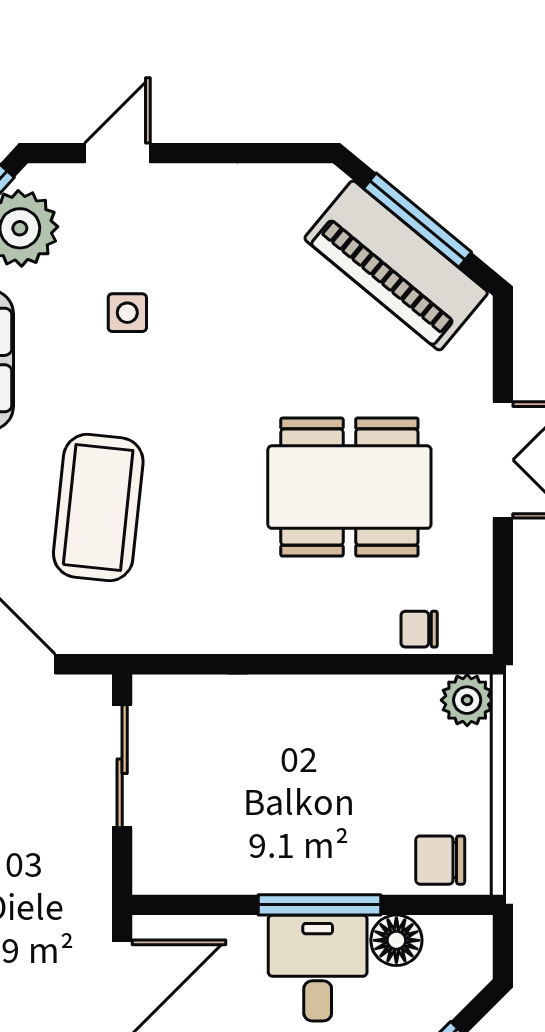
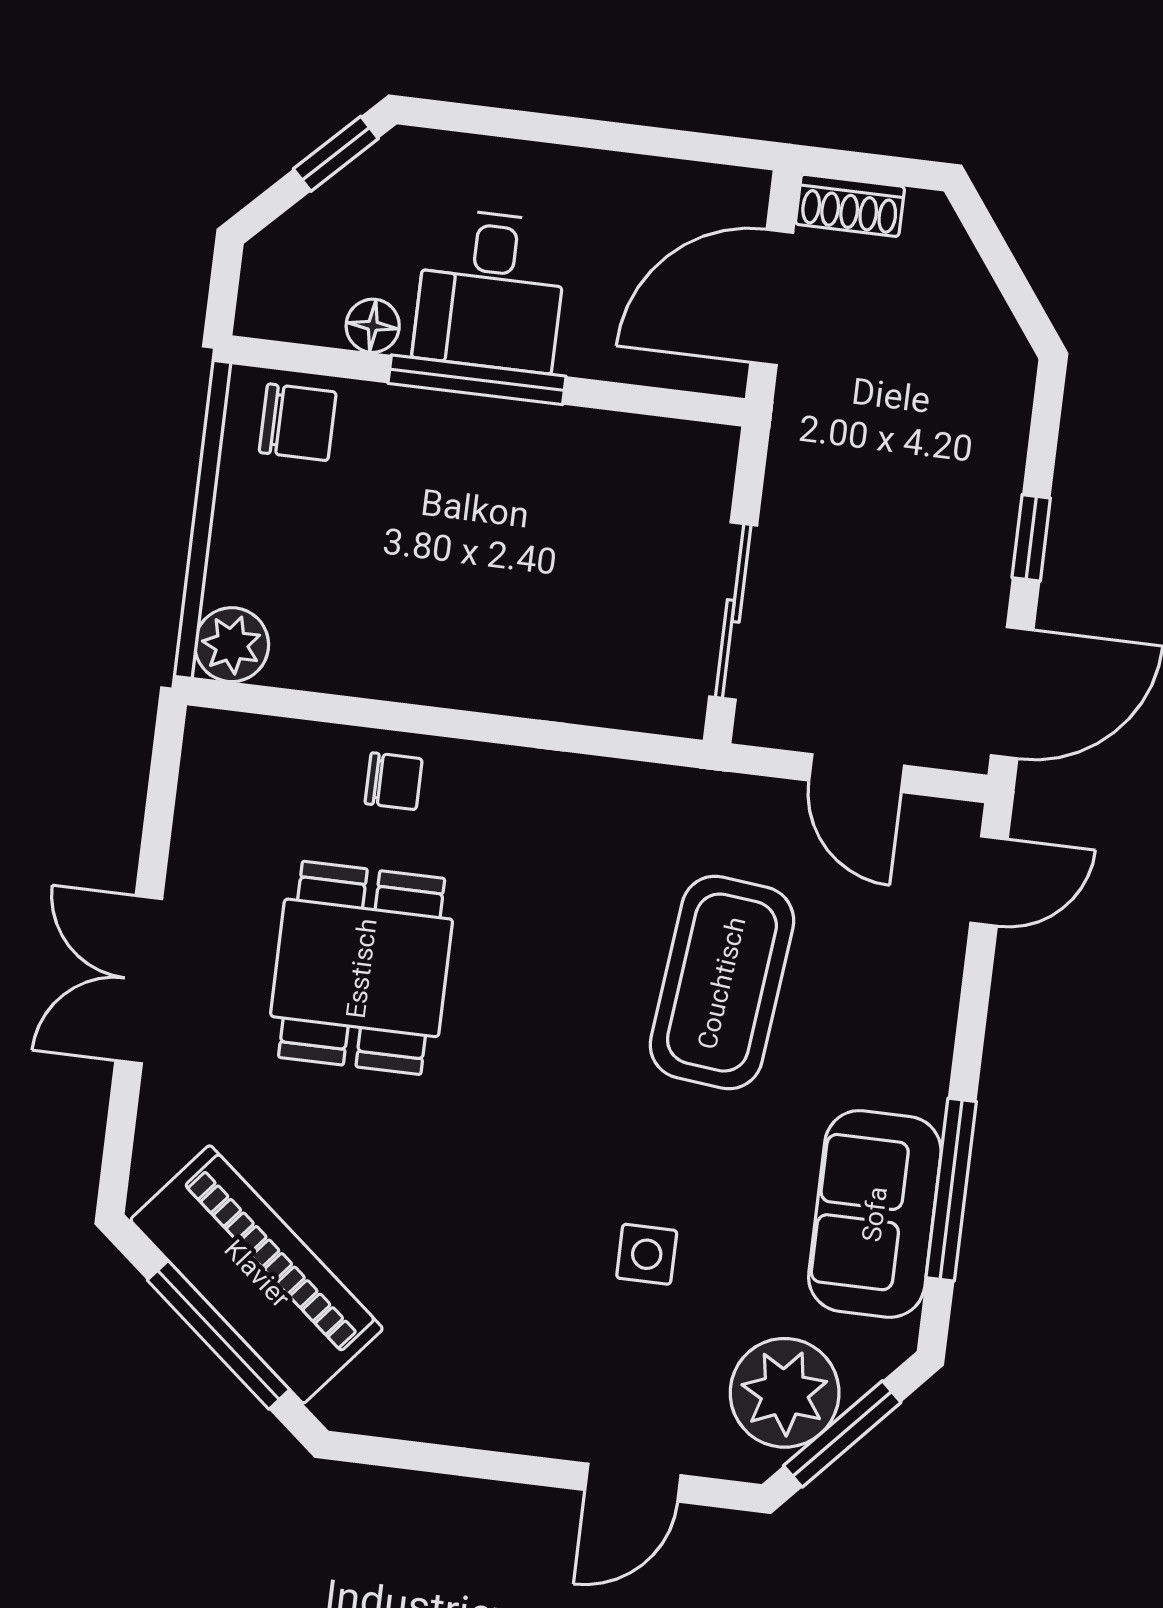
dining table: (349, 487) -> (362, 968), width x0.73
chair: (419, 629) -> (394, 781), moved
floor lamp: (396, 940) -> (373, 326), width x0.73, depth x0.73

